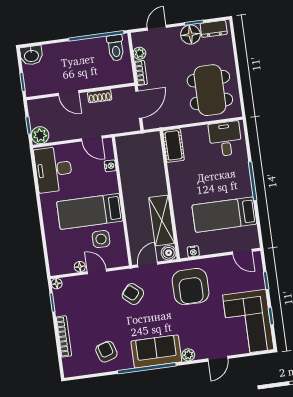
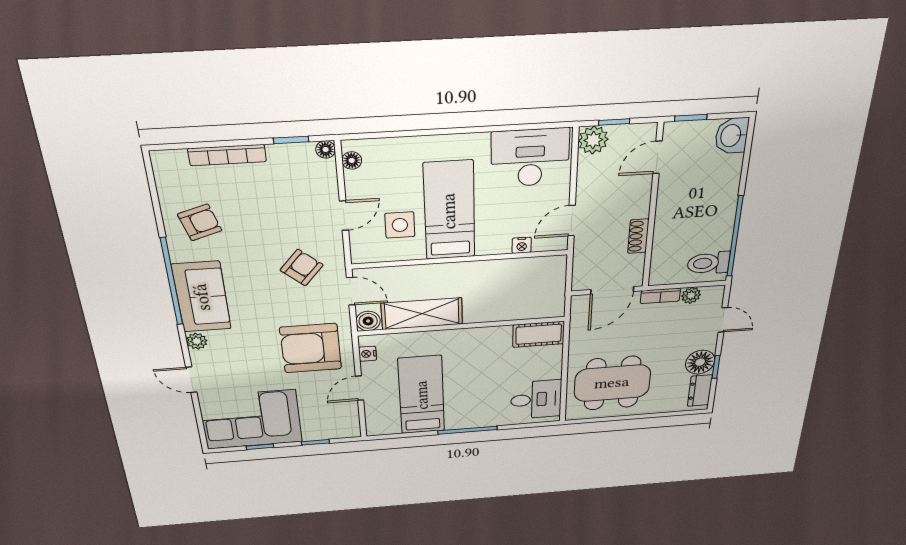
door: (68, 93) -> (657, 157), moved
door: (139, 105) -> (612, 291), hinge flipped
door: (242, 252) -> (360, 388), moved
floor lamp: (80, 267) -> (352, 160), moved

